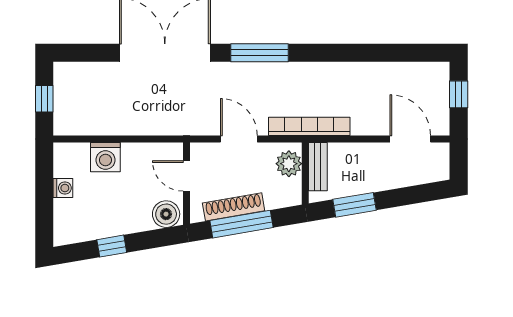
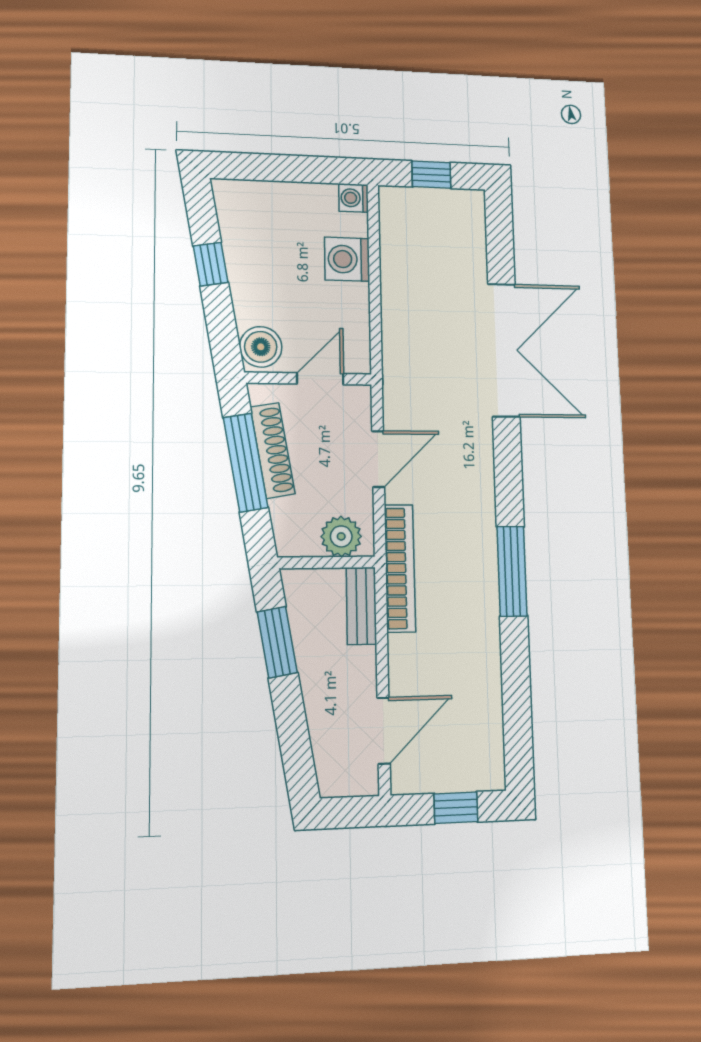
window: (259, 53) -> (512, 571), moved
bench: (318, 167) -> (361, 606), moved, turned 90
washing machine: (63, 188) -> (354, 198), moved, turned 90

